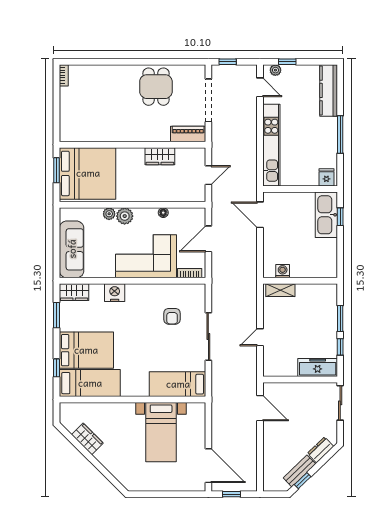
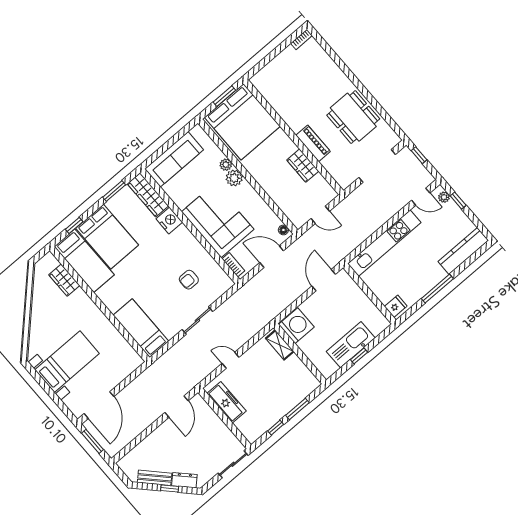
dining table: (156, 87) -> (353, 117), width x1.38
door: (260, 87) -> (421, 197), hinge flipped
piano: (188, 134) -> (313, 143), moved
floor lamp: (163, 213) -> (283, 230), moved
kitchen sink: (326, 215) -> (351, 345), moved
window: (340, 217) -> (359, 356), moved
washing machine: (283, 271) -> (296, 326), width x1.89, depth x1.89
wardrobe: (74, 292) -> (148, 195), width x1.50
sliding door: (208, 337) -> (197, 321), width x0.73
freezer: (318, 368) -> (226, 402), moved
bed with nightstands: (161, 432) -> (67, 362), moved, turned 180
wardrobe: (87, 439) -> (64, 280), moved, turned 135
window: (303, 481) -> (170, 489), moved
window: (232, 494) -> (93, 441), width x1.50

